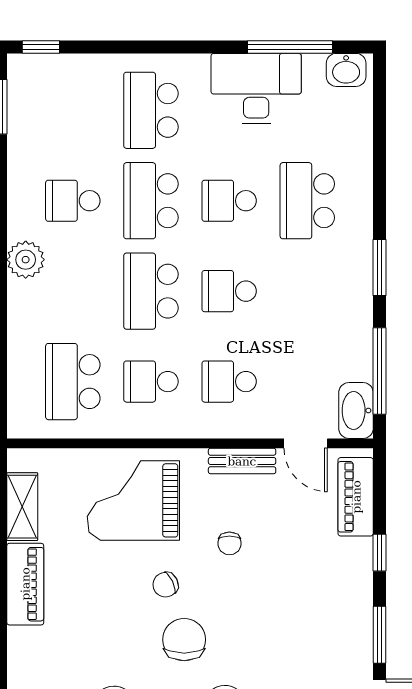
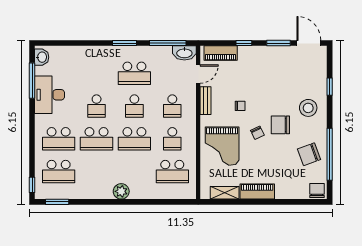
school desk: (73, 201) -> (59, 172), moved, width x1.85
school desk: (307, 201) -> (134, 73), moved

